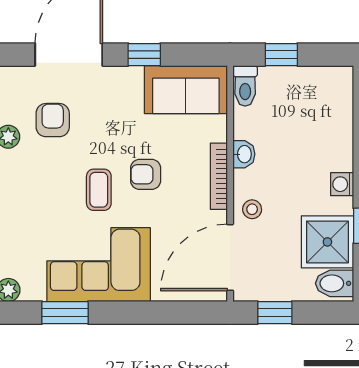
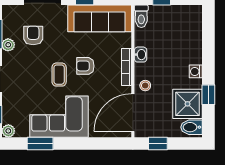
sofa: (186, 90) -> (100, 18), width x1.36

